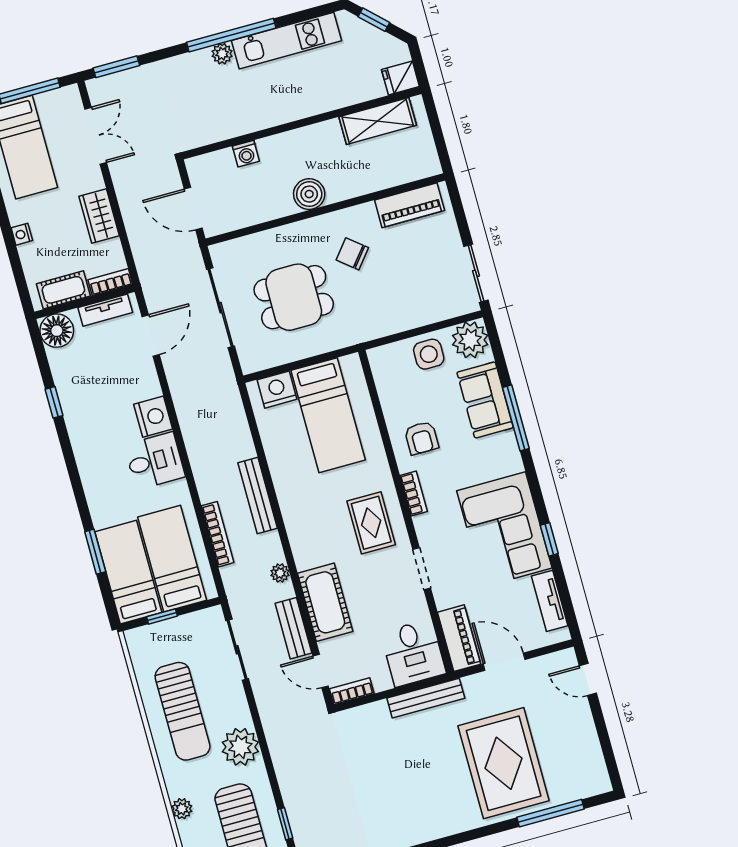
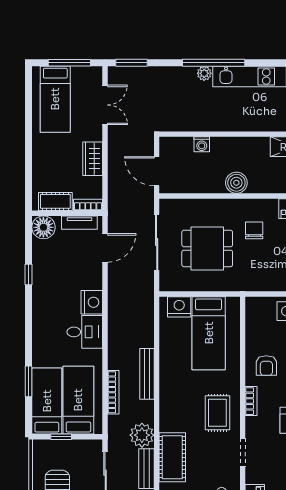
nightstand: (22, 234) -> (38, 157), removed
chair: (352, 254) -> (254, 230), turned 51
plant: (280, 573) -> (142, 435), width x1.88, depth x1.88

